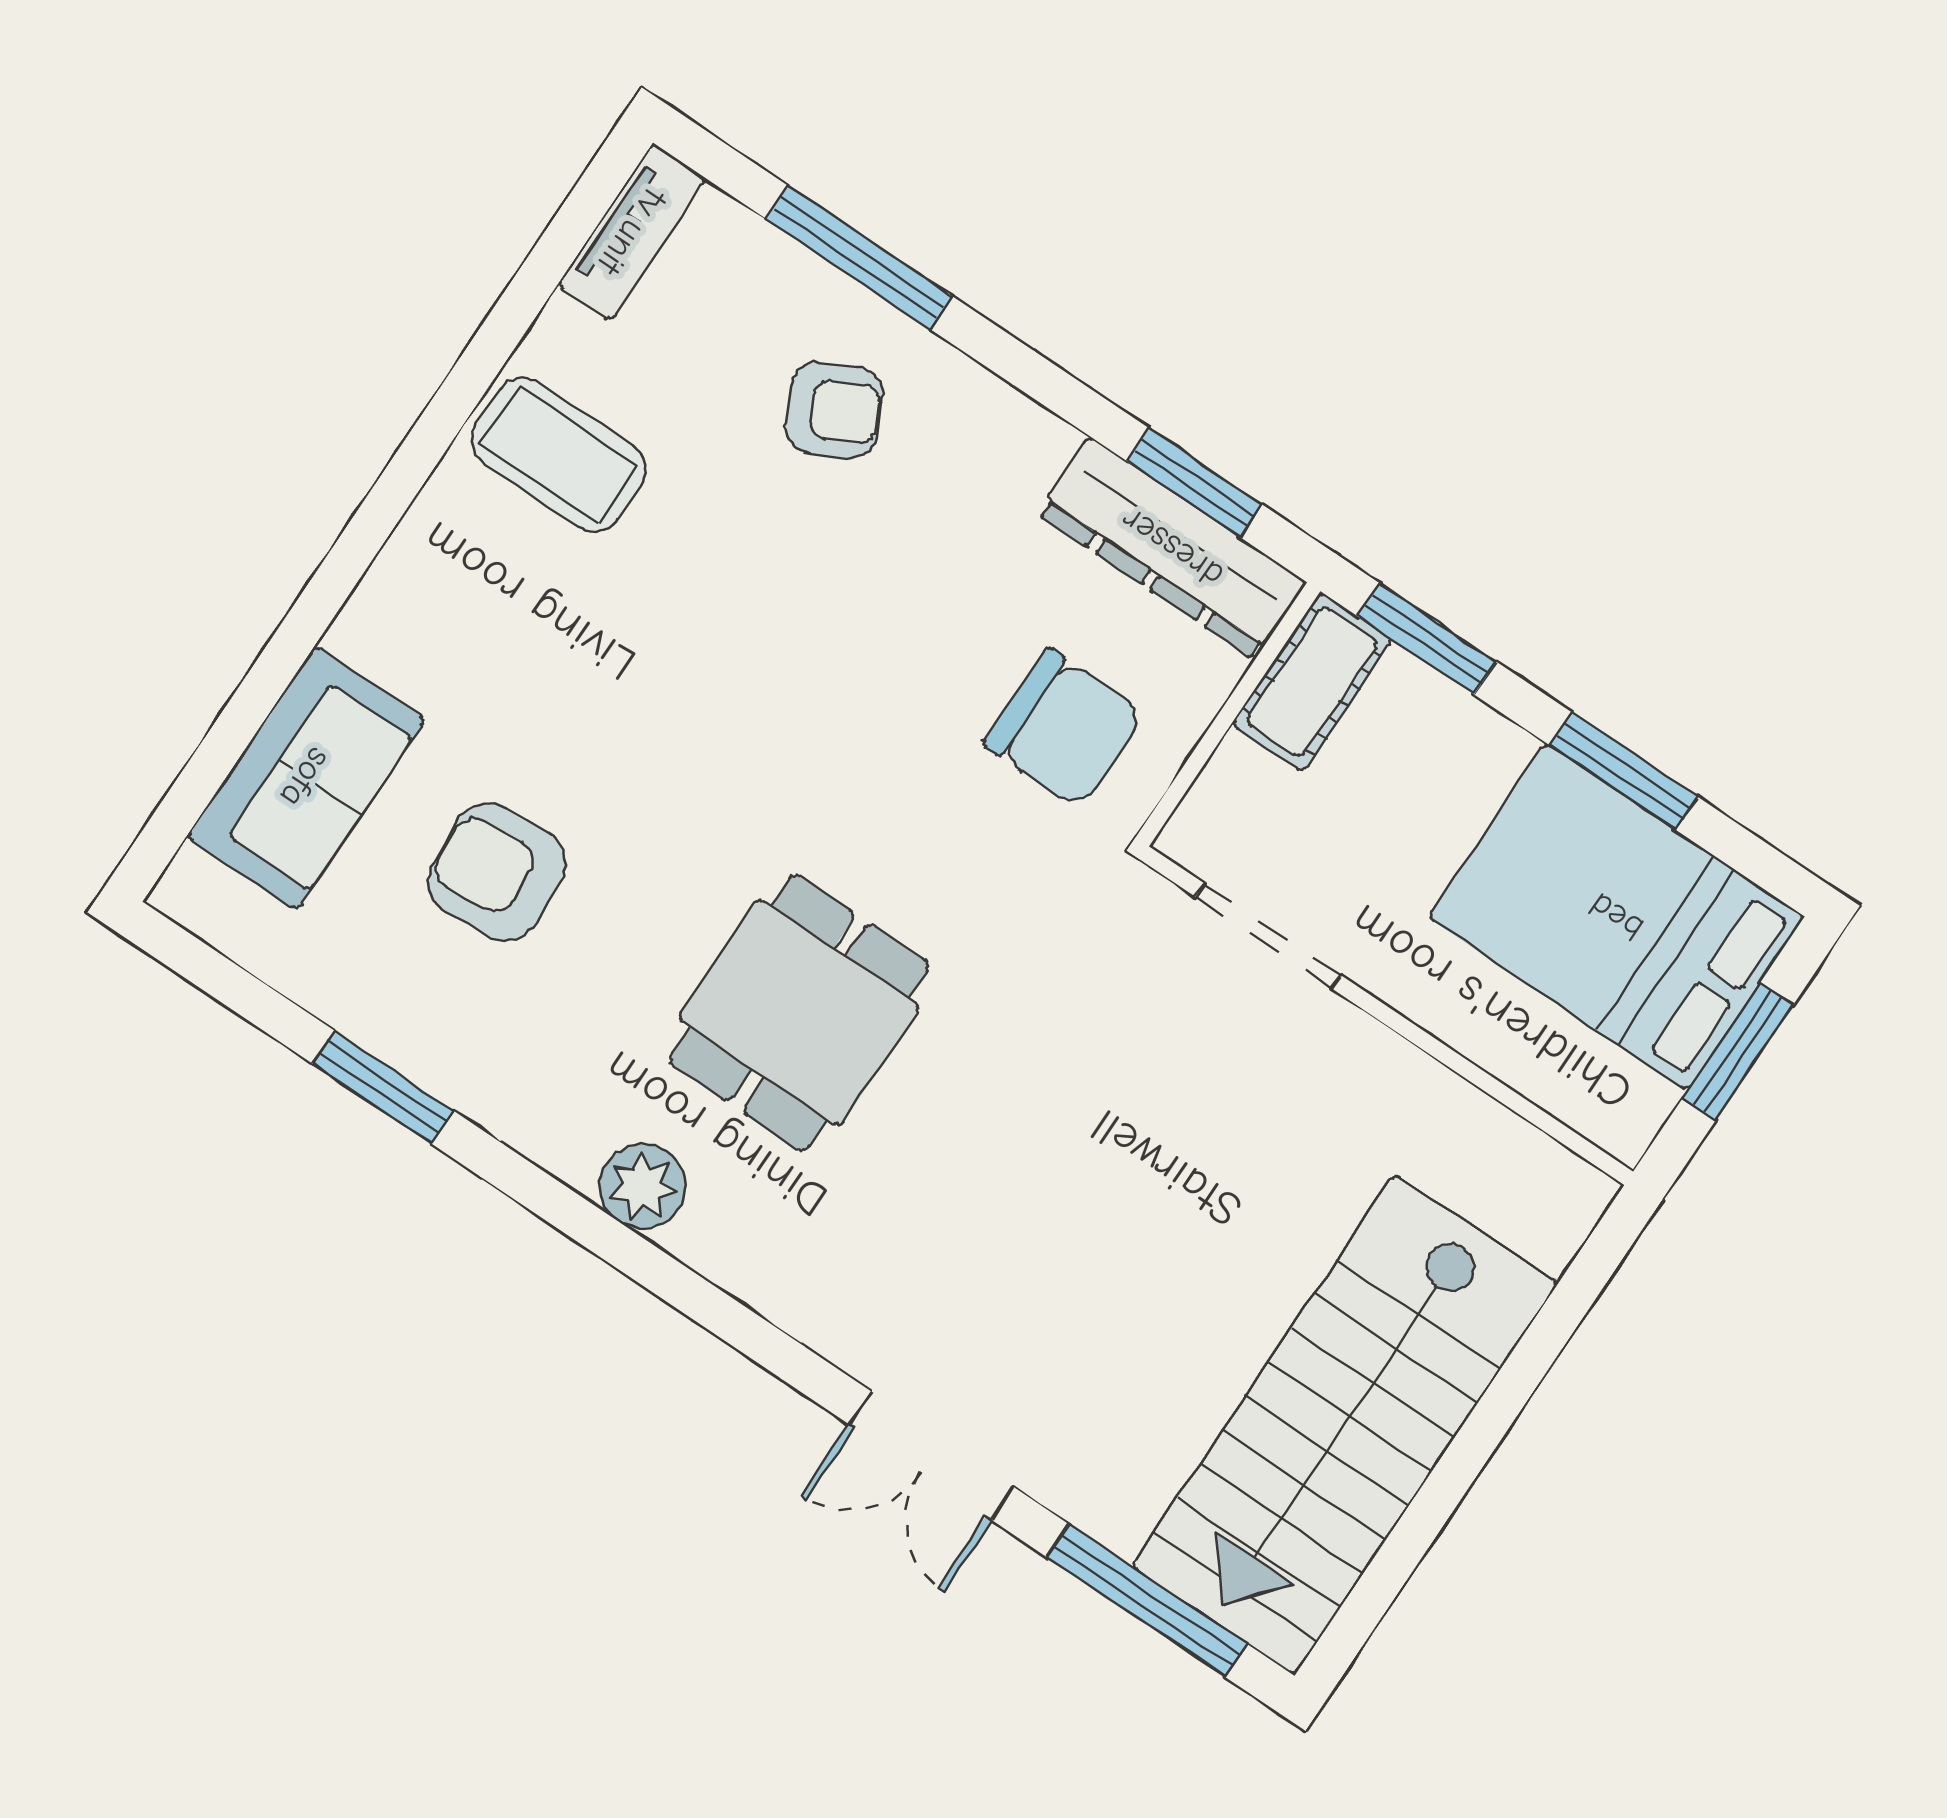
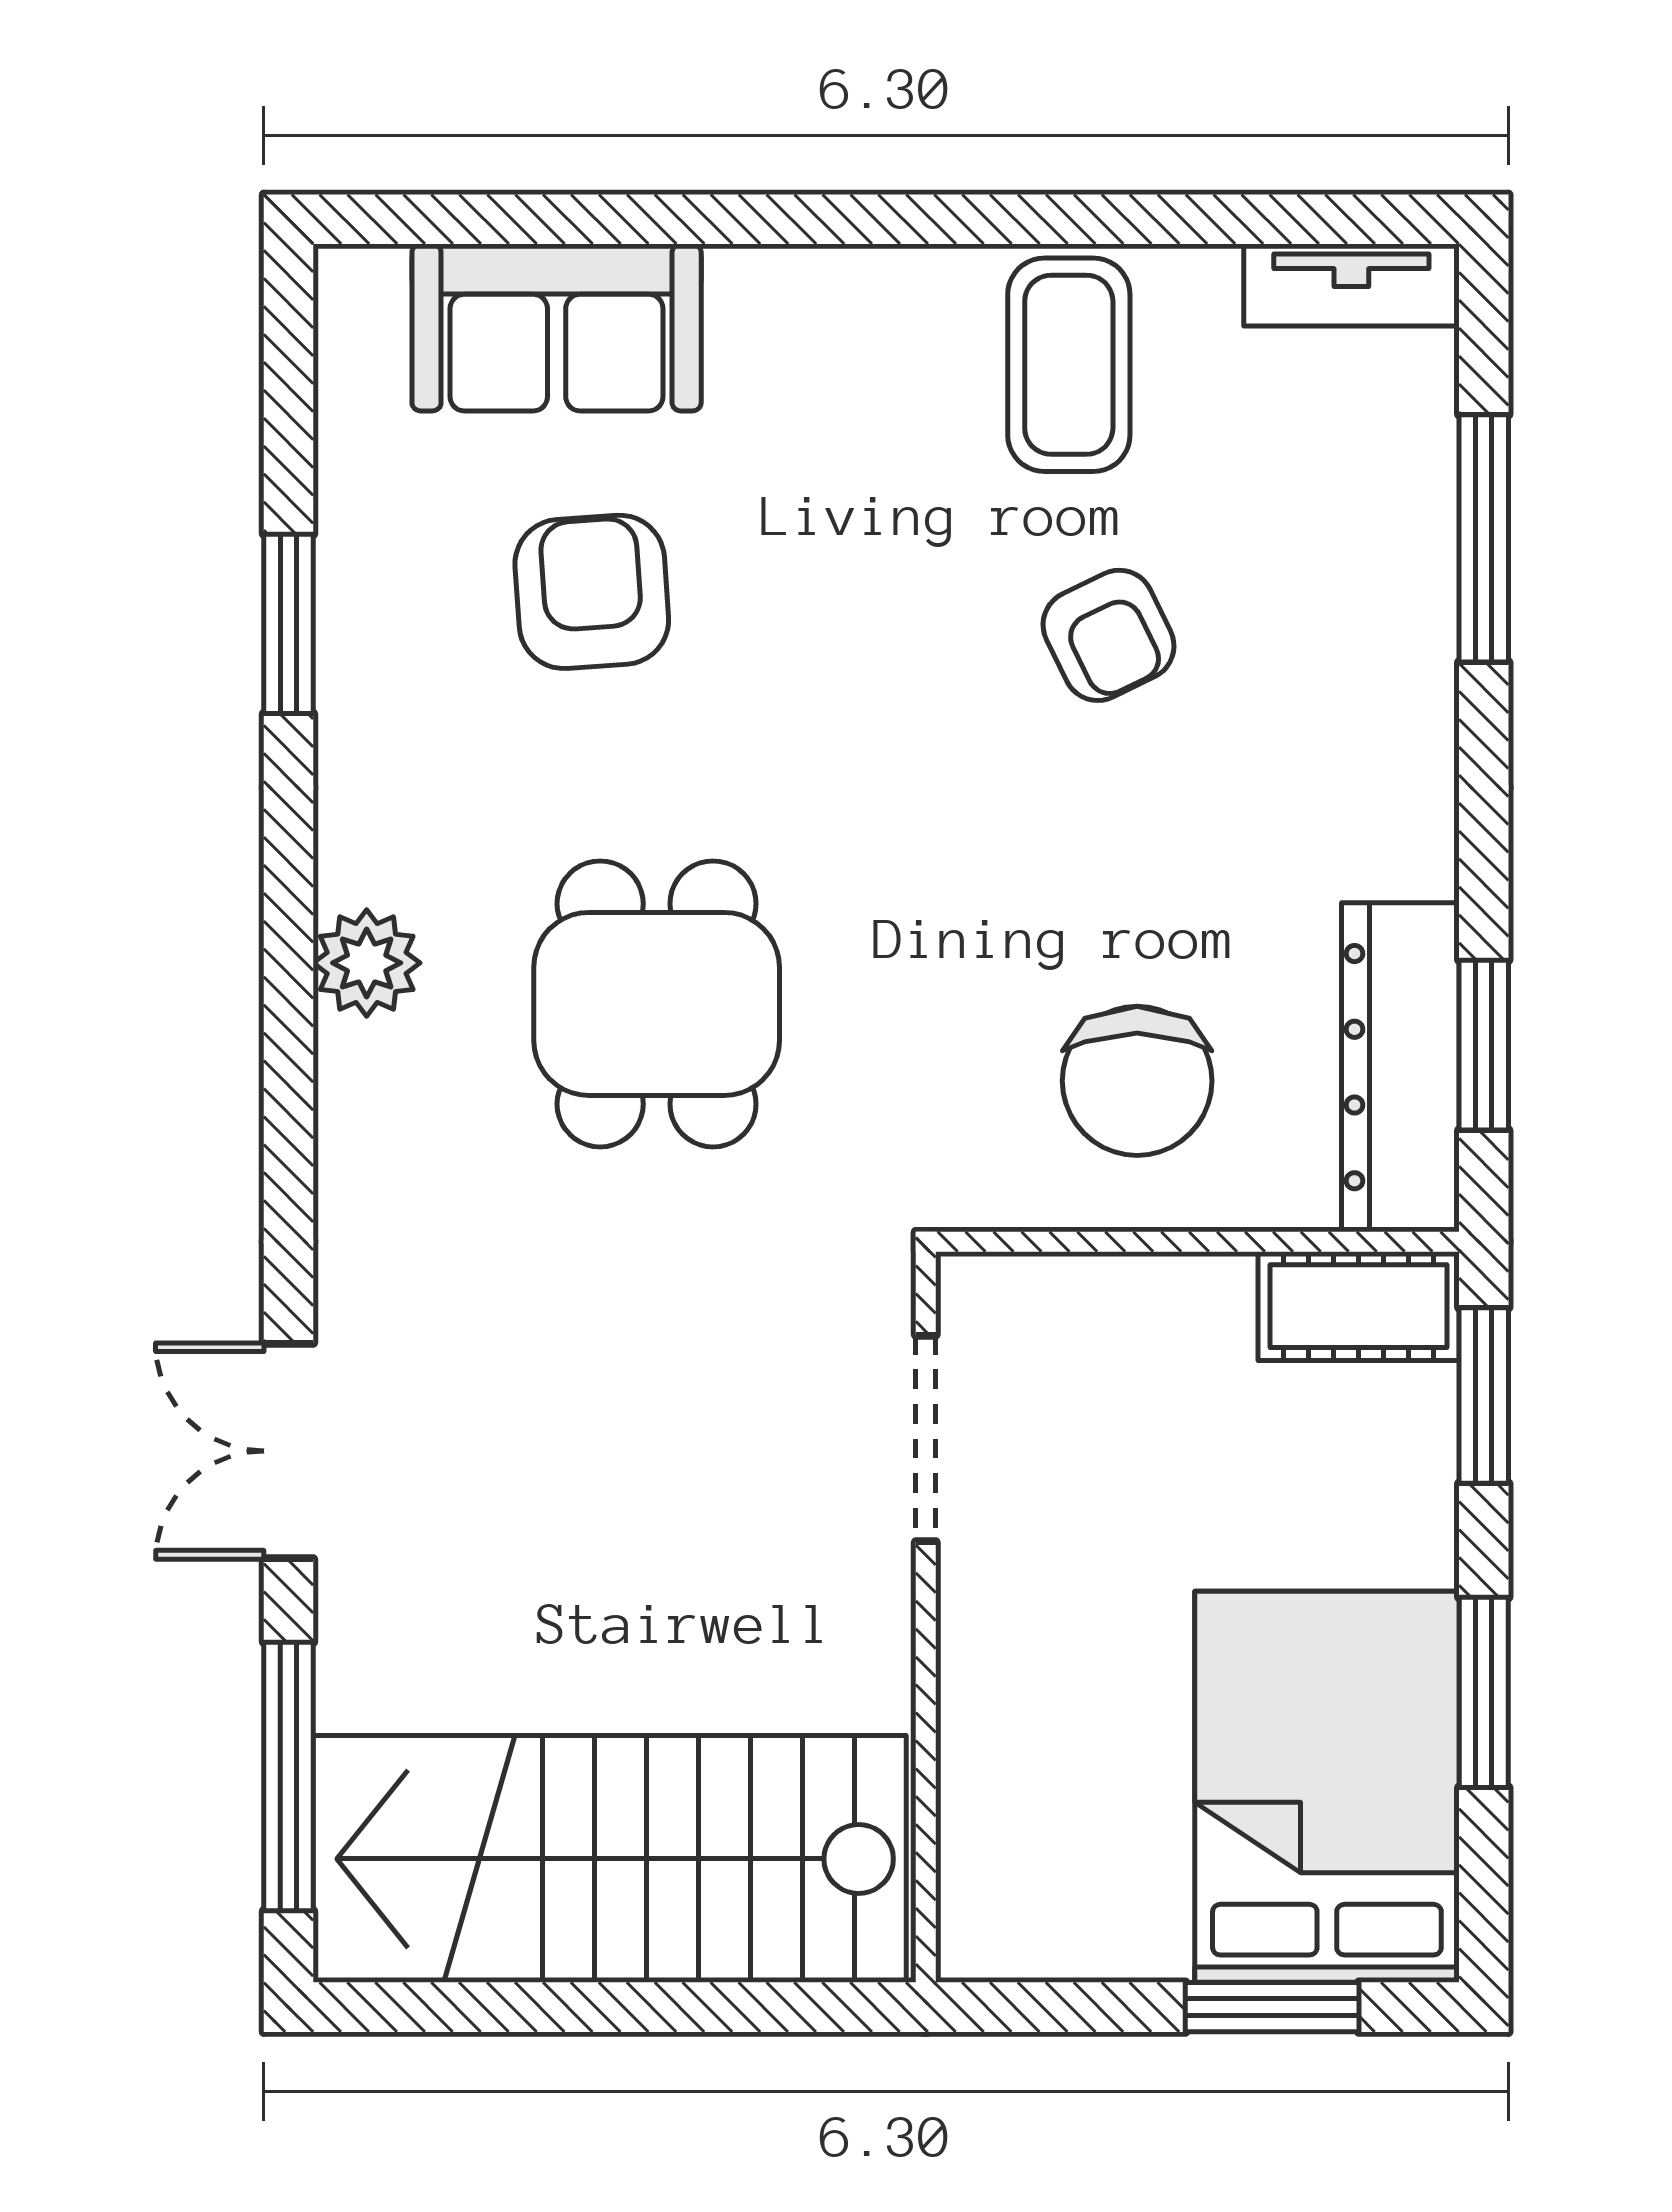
armchair: (834, 410) -> (1109, 635), moved
doorway: (1268, 936) -> (926, 1438), moved
dining table: (799, 1013) -> (657, 1004), turned 90
wall: (1387, 1016) -> (926, 1617), moved

